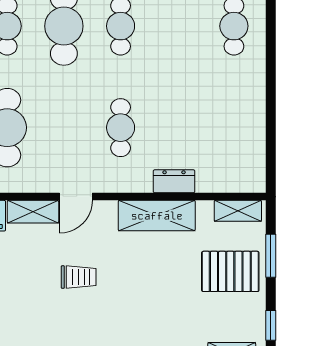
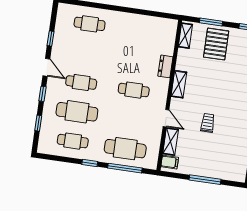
shelving: (157, 216) -> (179, 84), width x0.67, depth x0.75

